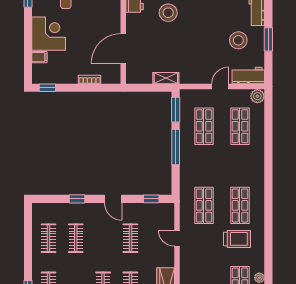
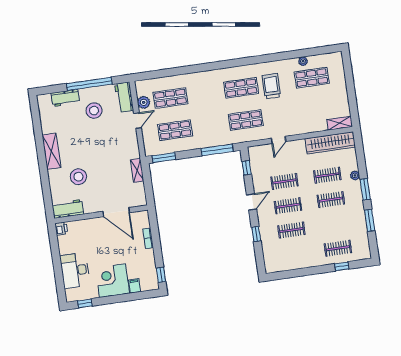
window: (268, 39) -> (89, 84), width x2.11
door: (220, 87) -> (138, 121), swing flipped
plant: (257, 96) -> (144, 102), moved
window: (176, 147) -> (217, 150), moved
clothes rail: (48, 238) -> (288, 206), moved

